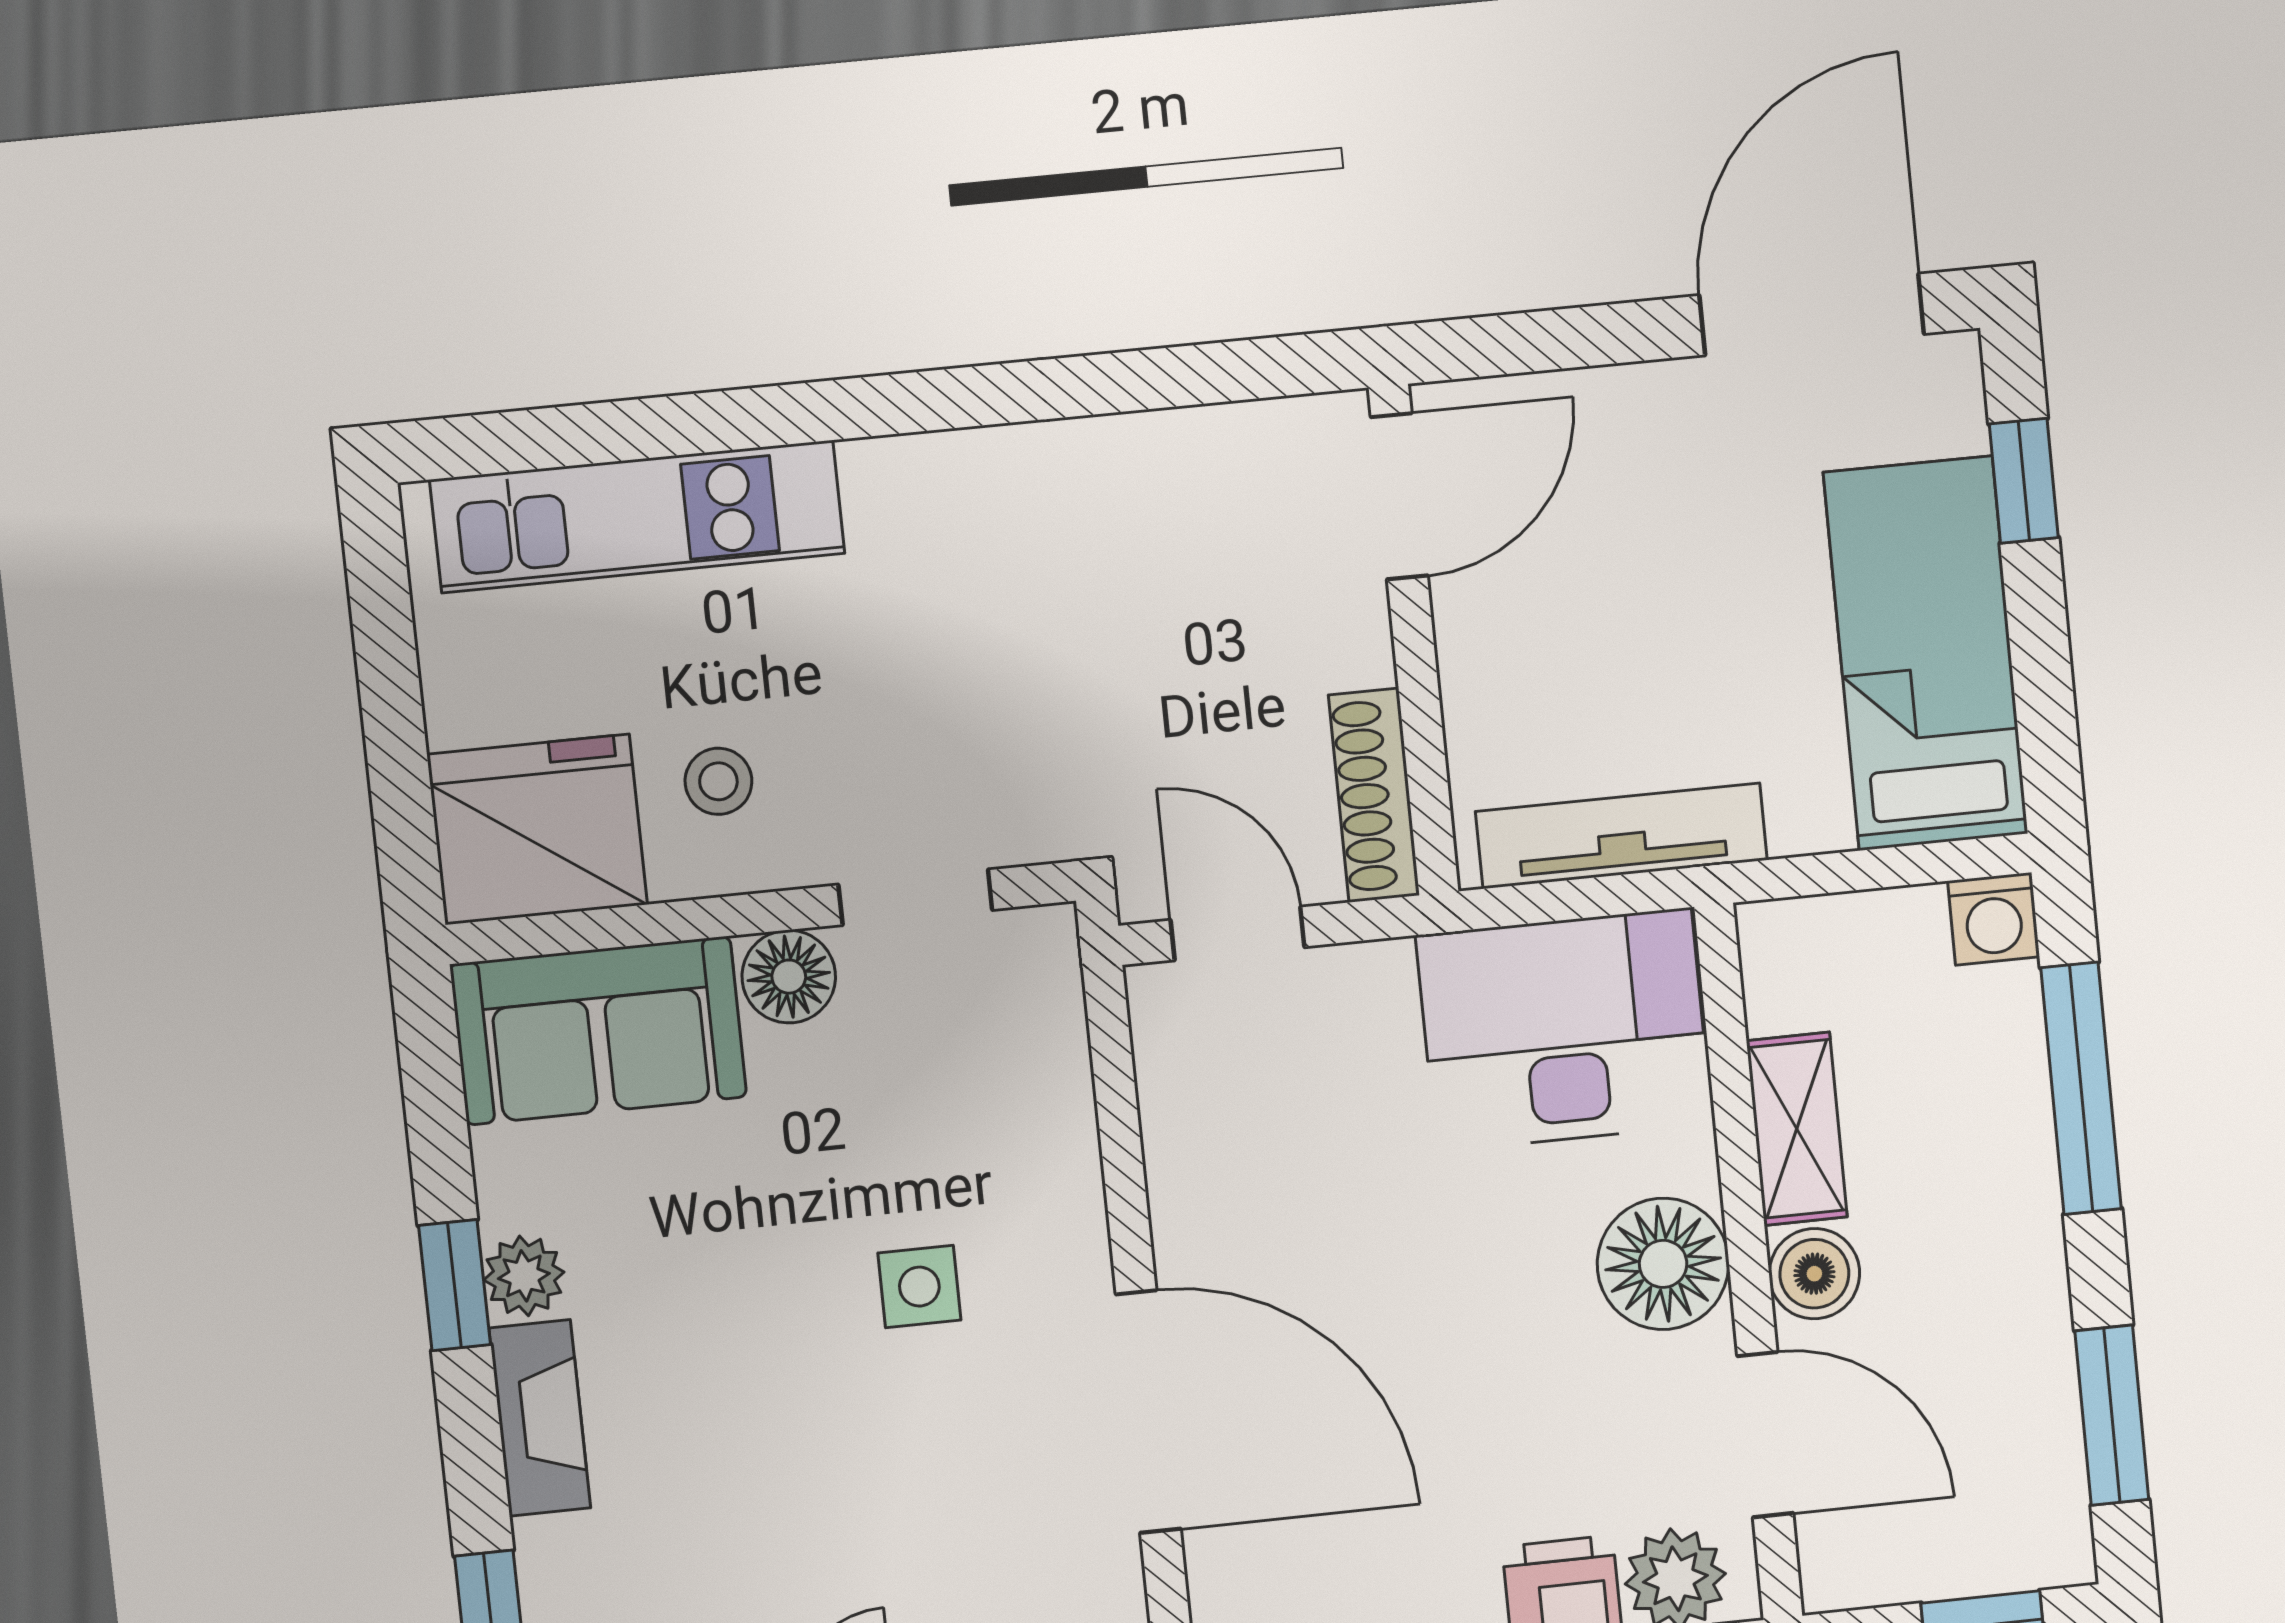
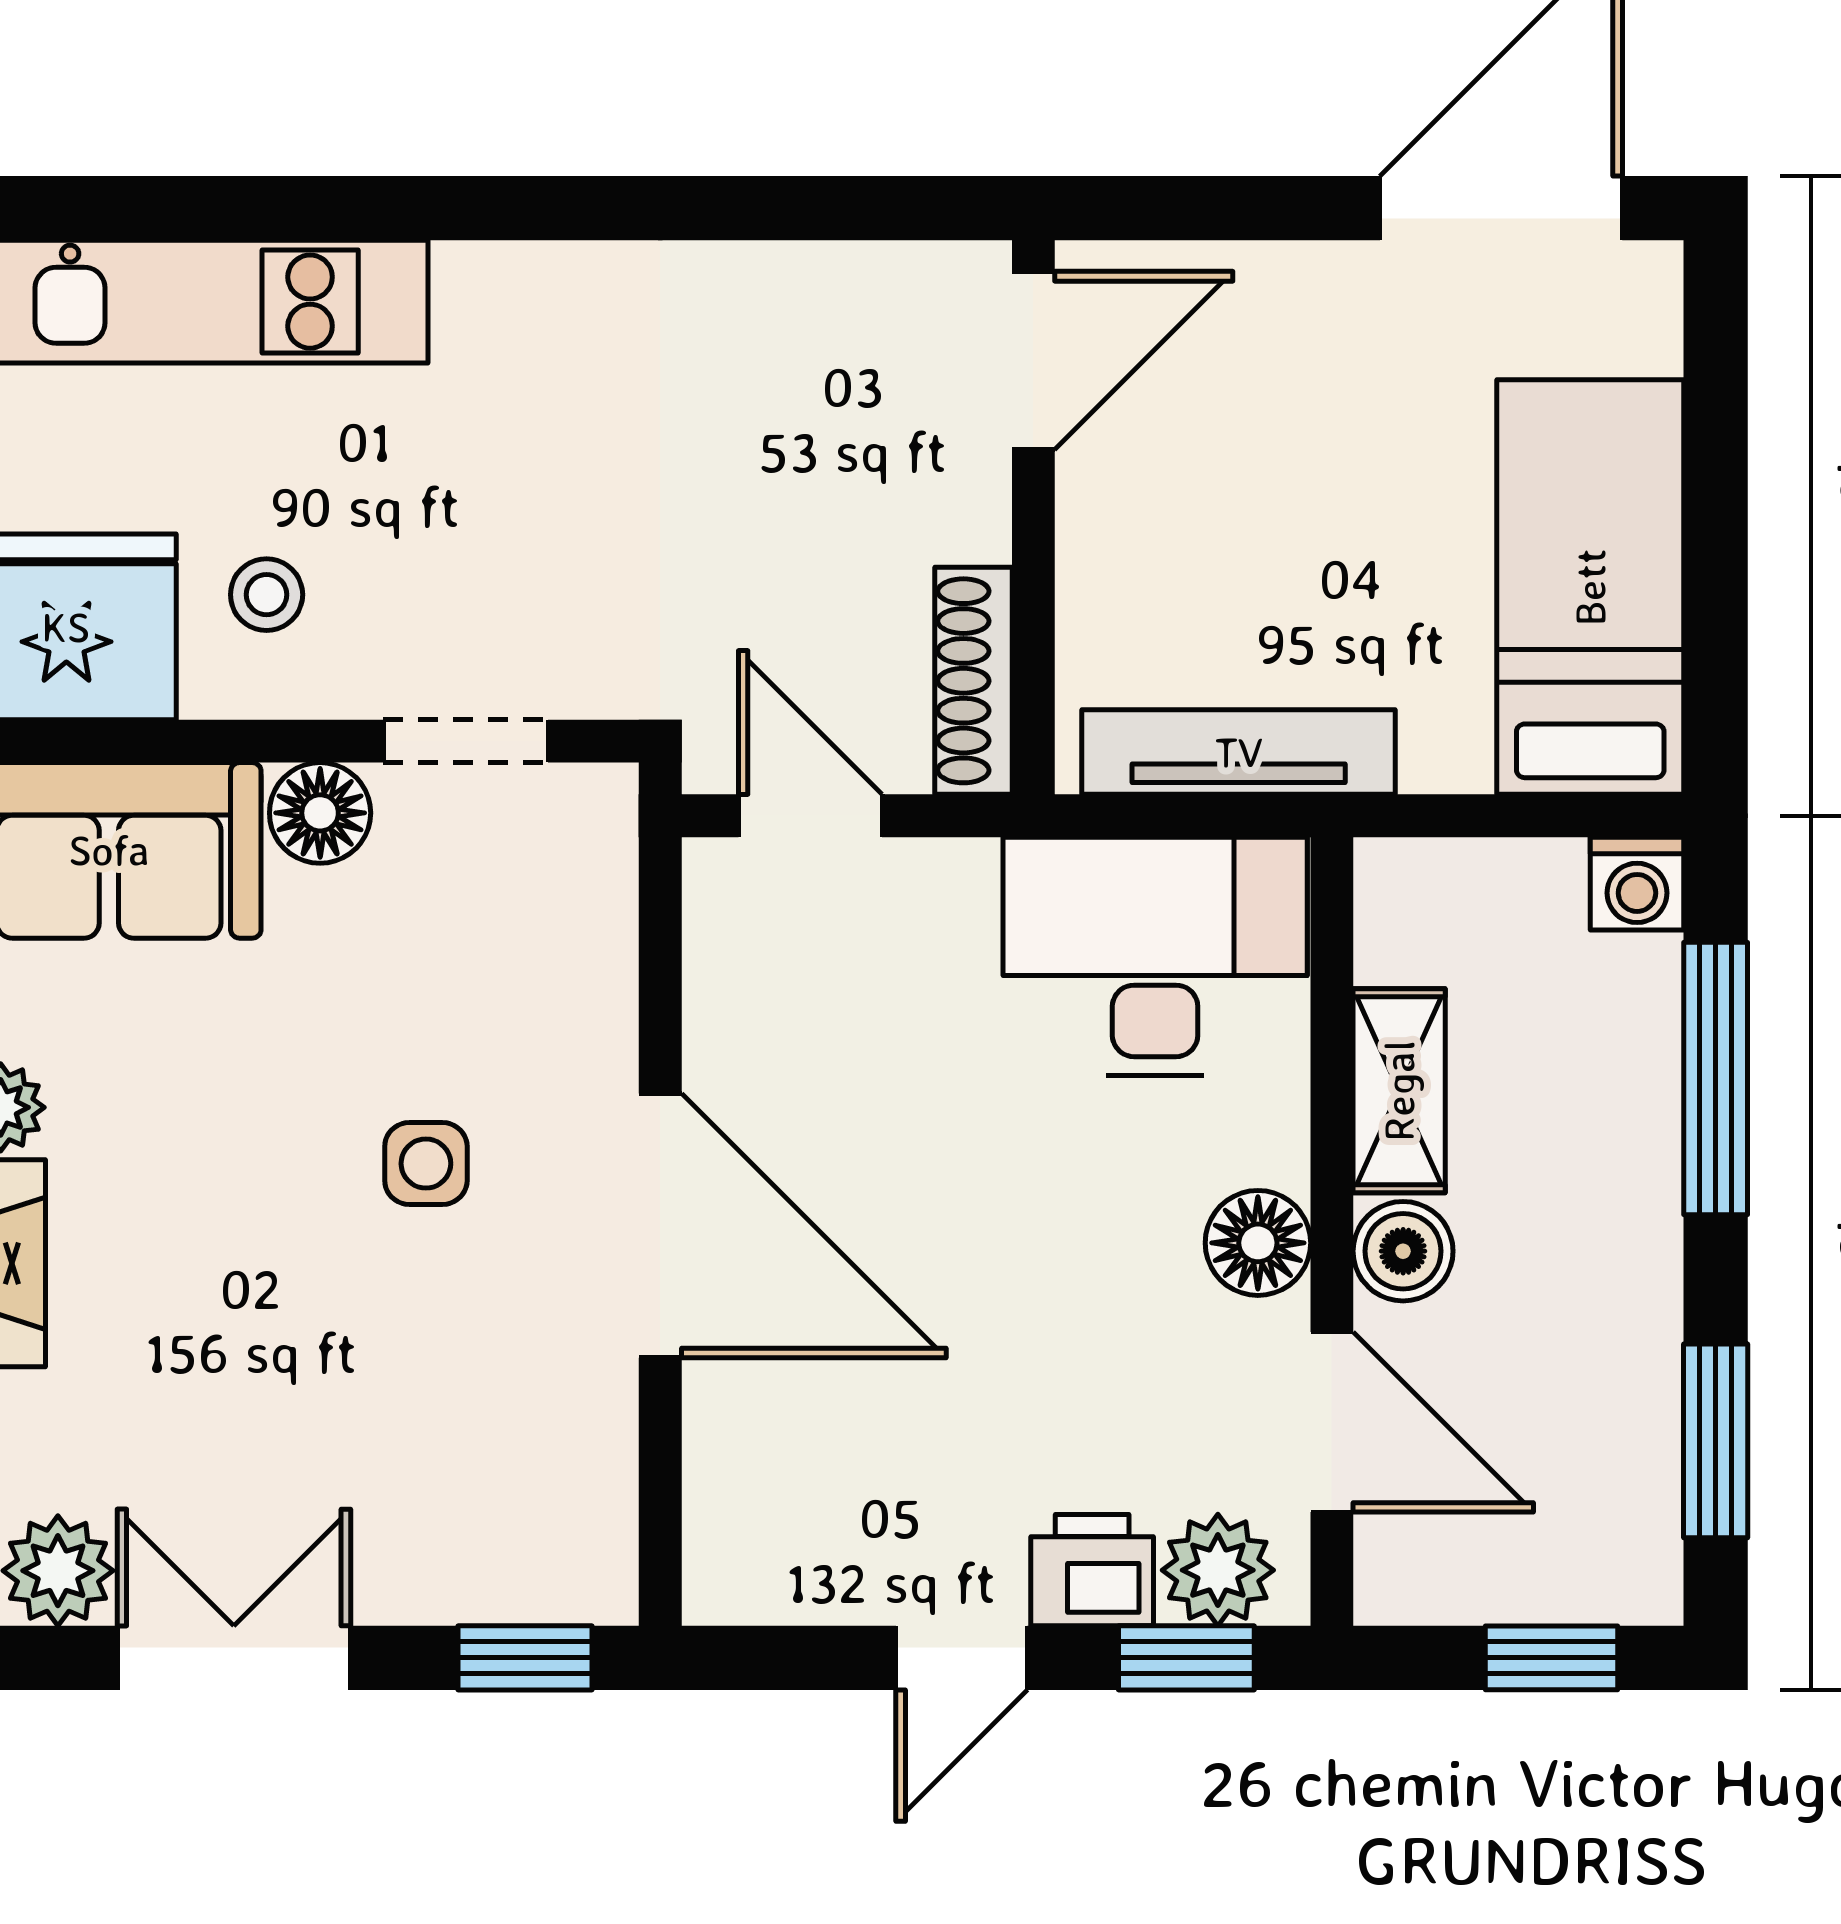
window: (2024, 481) -> (1716, 410), removed
floor lamp: (1663, 1264) -> (1258, 1243), width x0.73, depth x0.73
door: (1148, 1412) -> (660, 1226), moved

